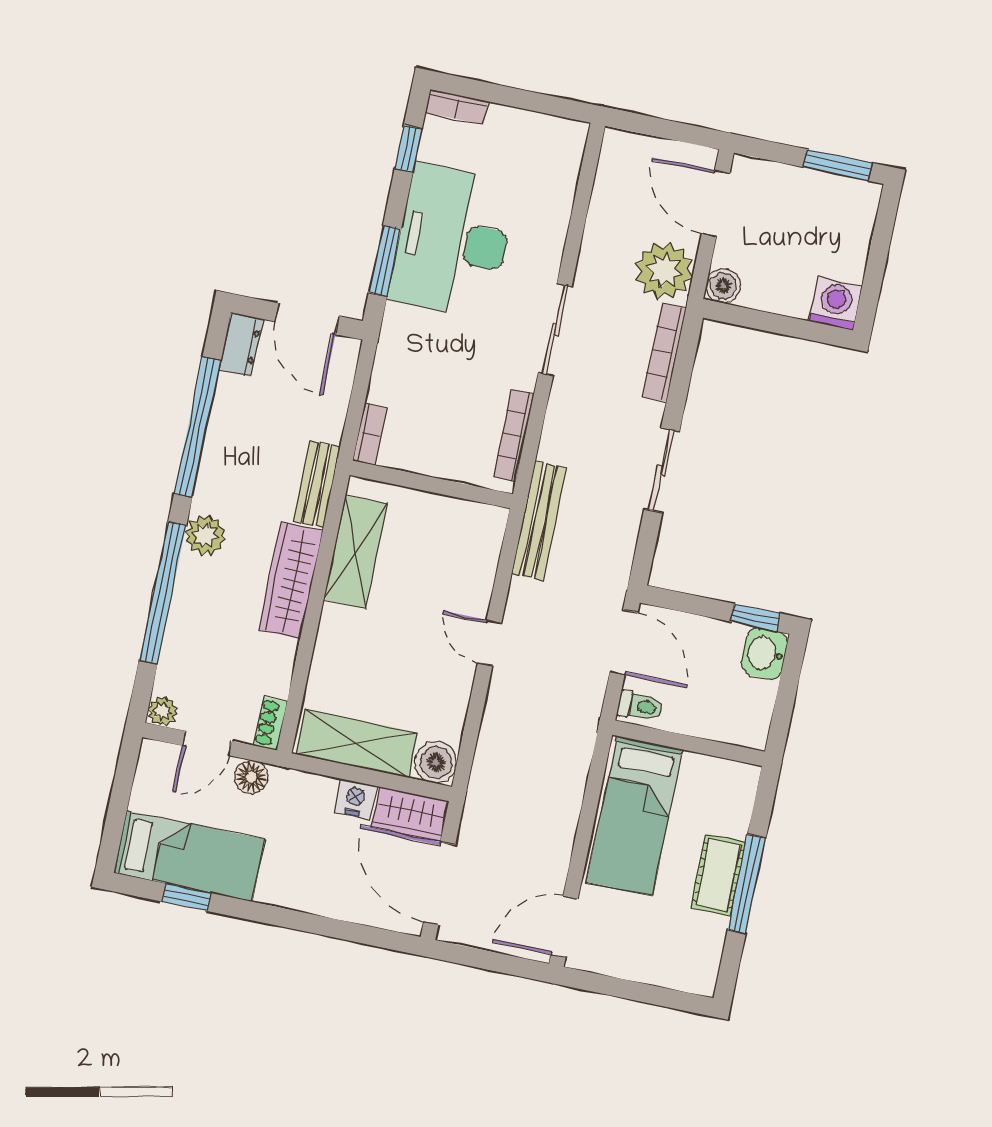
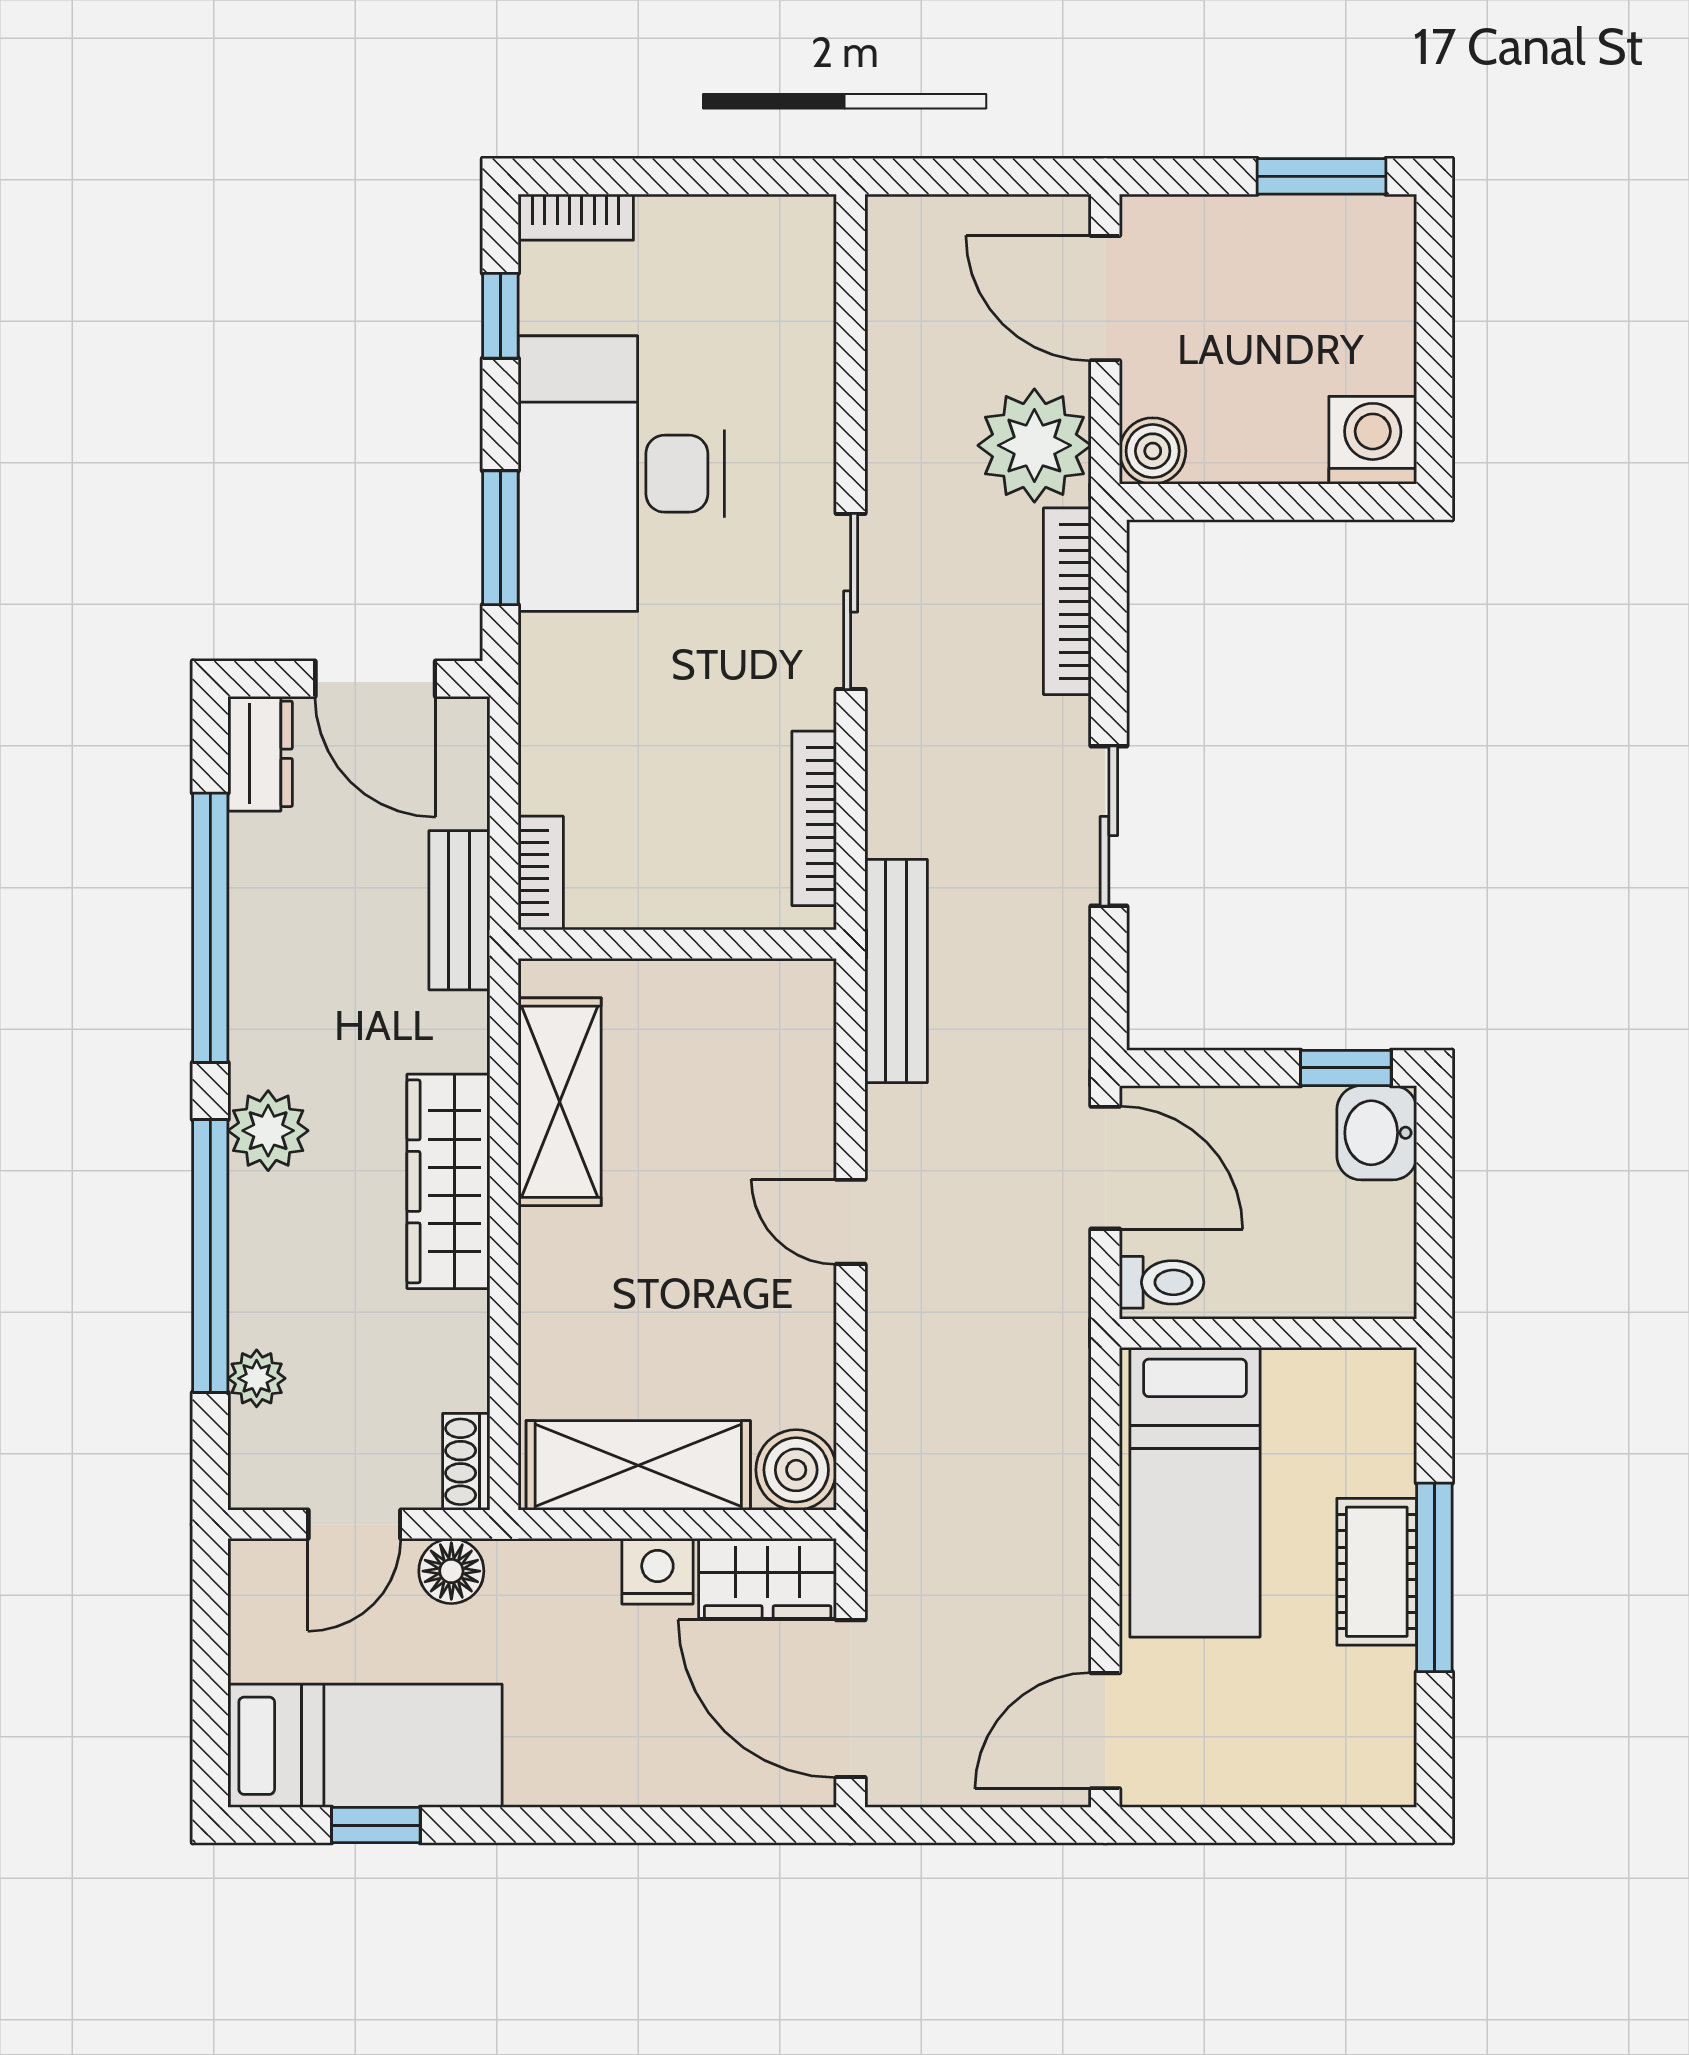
bench: (317, 484) -> (459, 910), moved
plant: (162, 711) -> (257, 1378), moved

